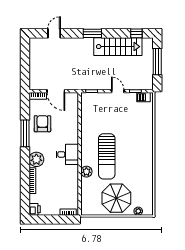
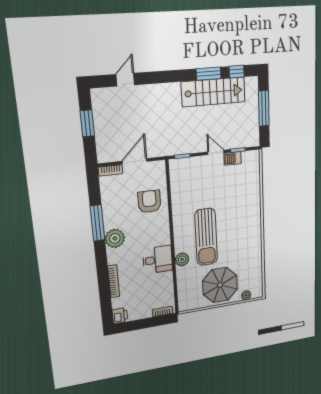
window: (92, 33) -> (209, 74), moved
window: (25, 61) -> (87, 123), added
door: (56, 91) -> (135, 161), swing flipped
barbecue: (144, 97) -> (233, 158), moved
armchair: (42, 124) -> (149, 202), moved
desk: (67, 154) -> (158, 260), moved
plant: (36, 159) -> (115, 238), moved

